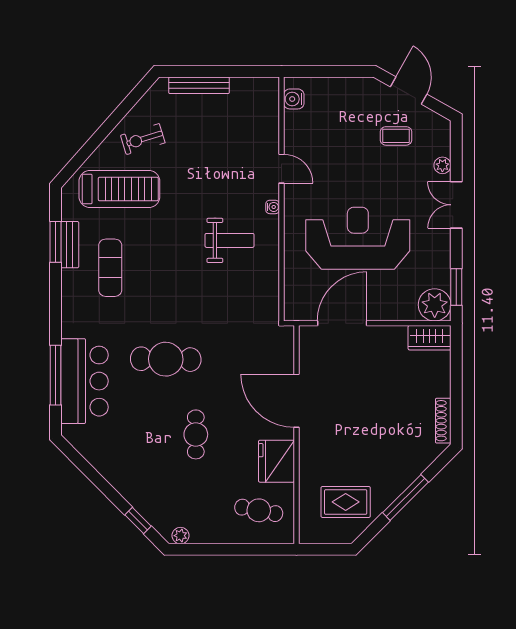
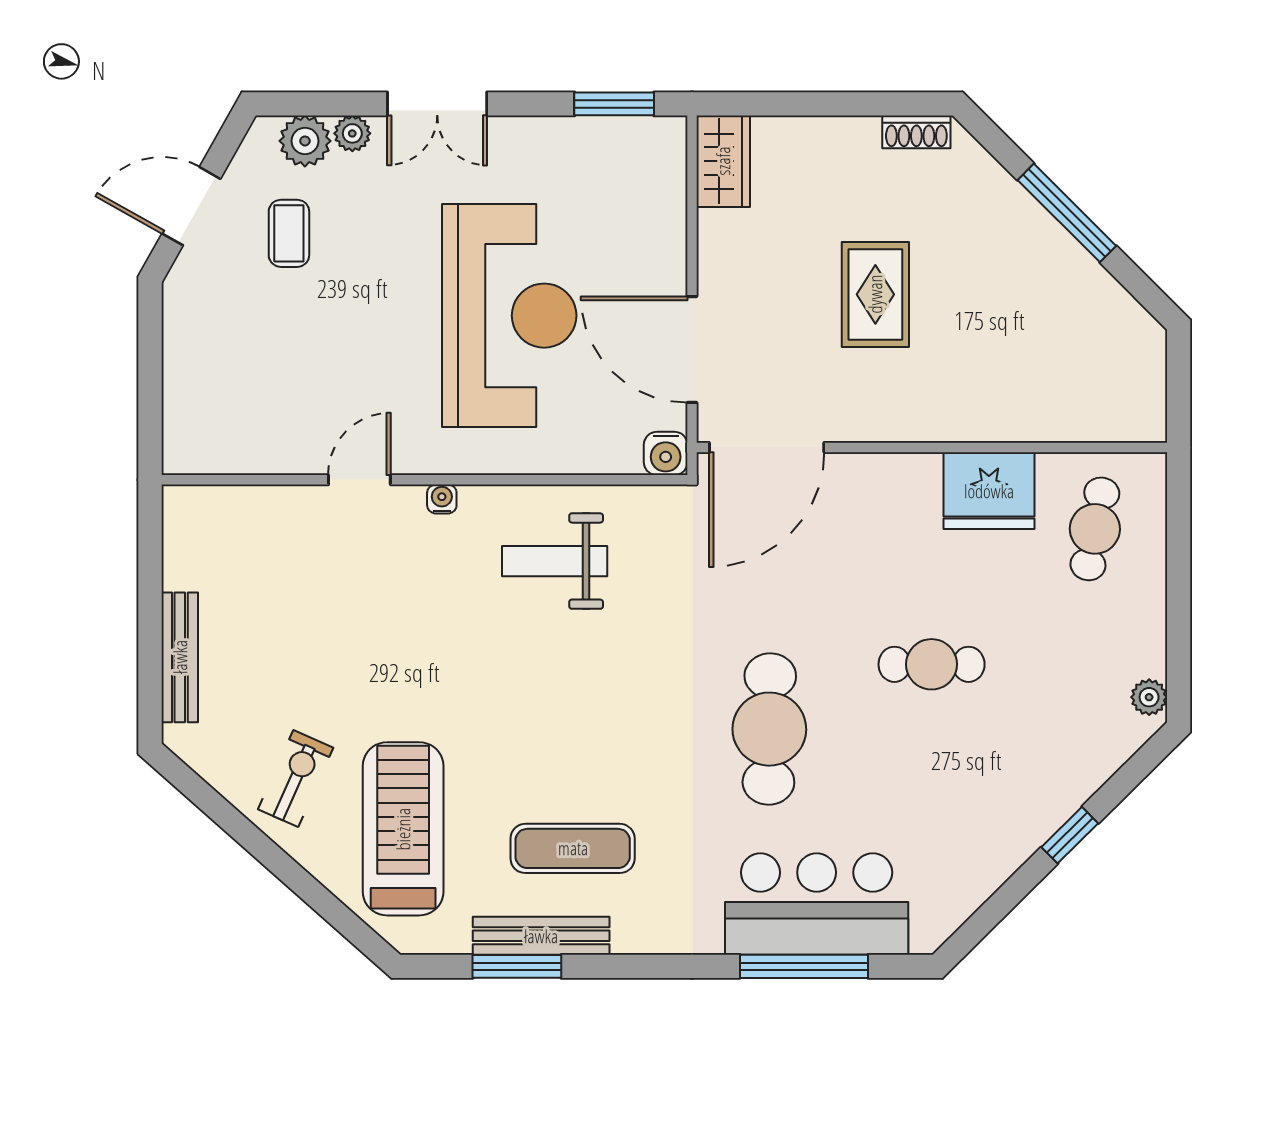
water cooler: (294, 99) -> (666, 453), moved
exercise bike: (143, 139) -> (296, 778), turned -139
reception desk: (358, 238) -> (509, 316), turned 180
weight bench: (230, 240) -> (555, 561), moved, turned -90
bench: (70, 245) -> (541, 936), width x1.36
plant: (435, 305) -> (305, 141), moved, width x0.73, depth x0.73
door: (297, 401) -> (767, 447), moved
shoe rack: (443, 421) -> (916, 132), width x0.70
rug: (346, 502) -> (875, 294), moved
window: (138, 521) -> (1070, 835), moved

